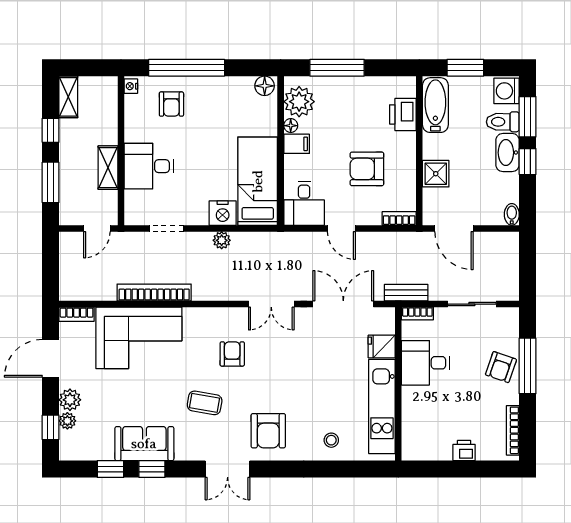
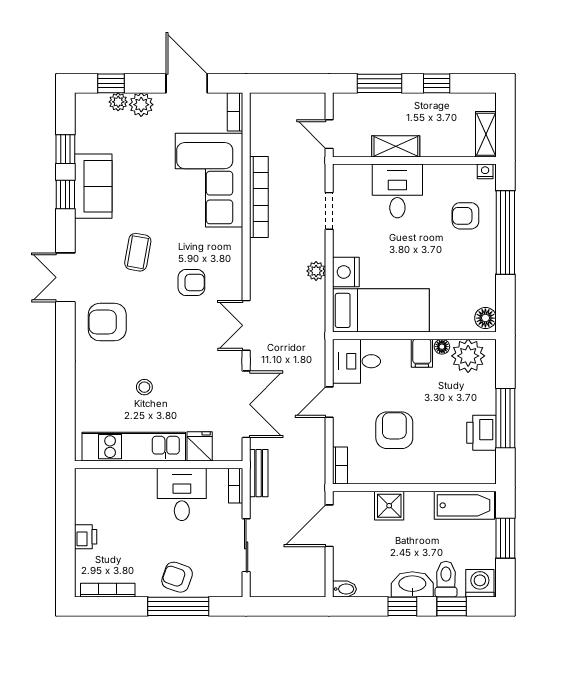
window: (337, 68) -> (505, 418), moved
shelving: (68, 97) -> (486, 134), moved, turned 90
printer: (403, 114) -> (482, 433), moved, turned -90
window: (528, 117) -> (452, 606), width x0.67
stool: (331, 440) -> (144, 387), moved

